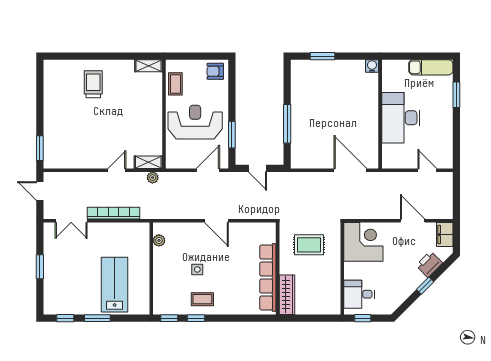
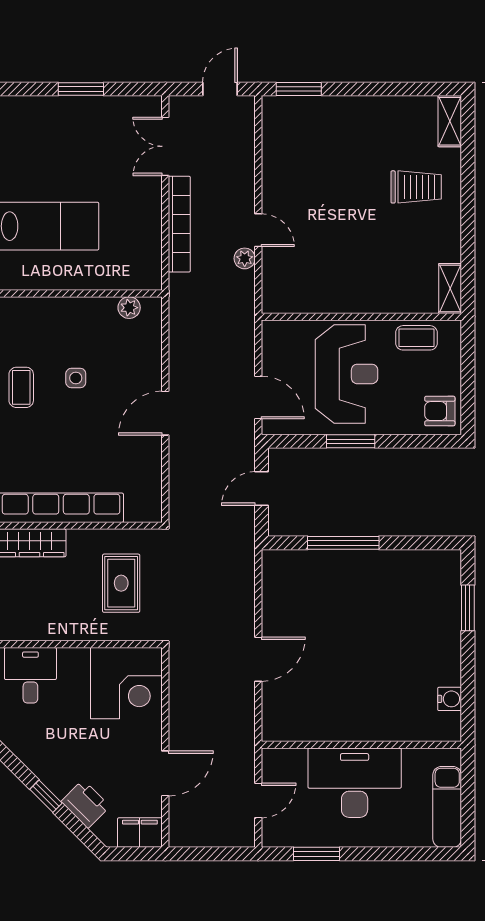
armchair: (215, 71) -> (440, 411), turned -90
window: (456, 95) -> (317, 854), moved
wall: (380, 114) -> (361, 745), moved
desk: (401, 118) -> (355, 783), moved
window: (232, 135) -> (351, 441), moved
shelving: (148, 162) -> (450, 121), moved
door: (350, 170) -> (258, 659), width x0.73
plant: (153, 178) -> (245, 258), moved

